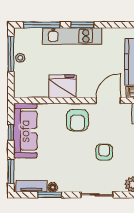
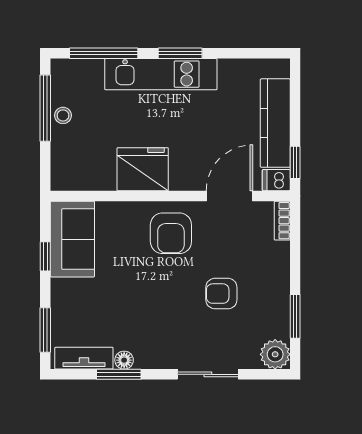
sofa: (25, 131) -> (72, 239), width x0.73
armchair: (104, 152) -> (221, 294), turned -90

